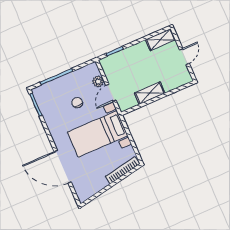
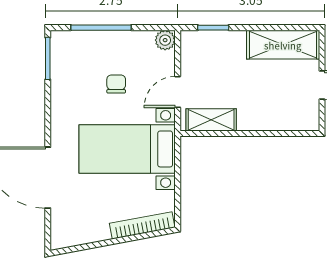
shelving: (160, 40) -> (283, 45), width x1.50, depth x1.33
plant: (98, 81) -> (165, 40), moved
shelving: (150, 93) -> (211, 120), moved

